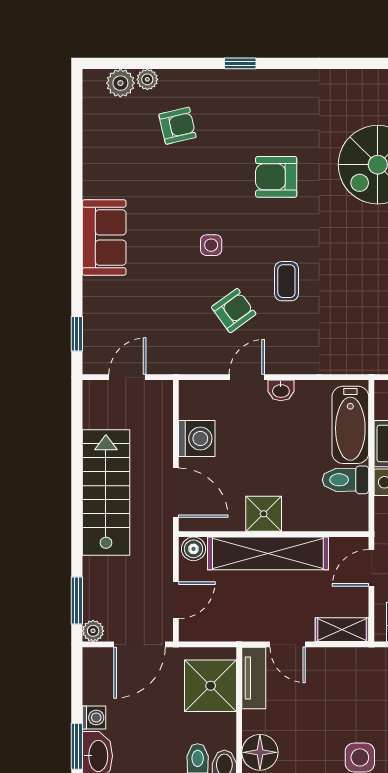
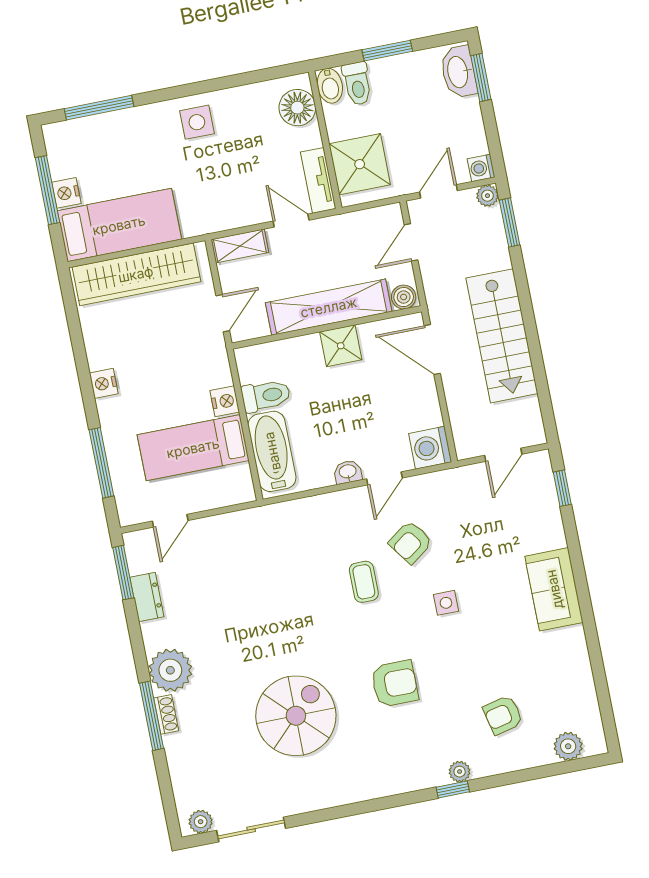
plant: (147, 79) -> (460, 772), moved
washing machine: (197, 439) -> (430, 448), moved
door: (140, 644) -> (439, 191), width x0.73
washing machine: (94, 717) -> (481, 168), moved

